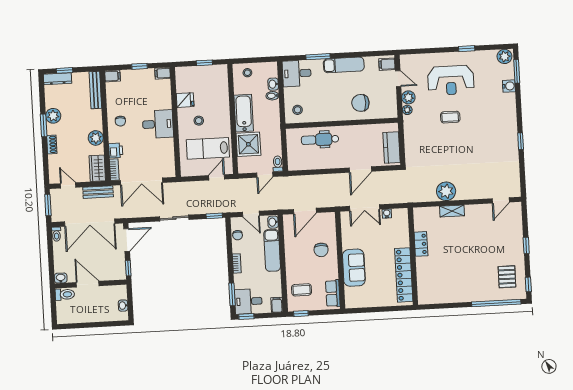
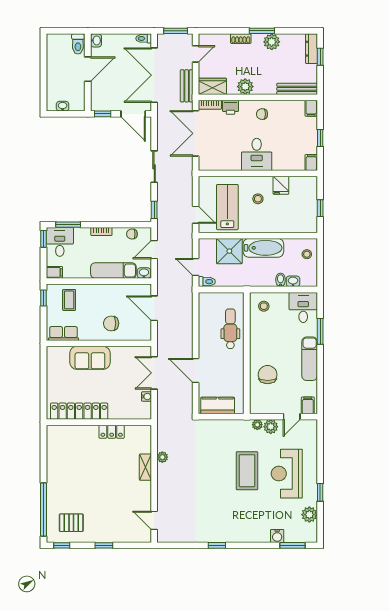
plant: (504, 56) -> (309, 515), moved
coffee table: (450, 117) -> (247, 471), width x1.86, depth x1.72
plant: (446, 191) -> (162, 457), width x0.53, depth x0.53

